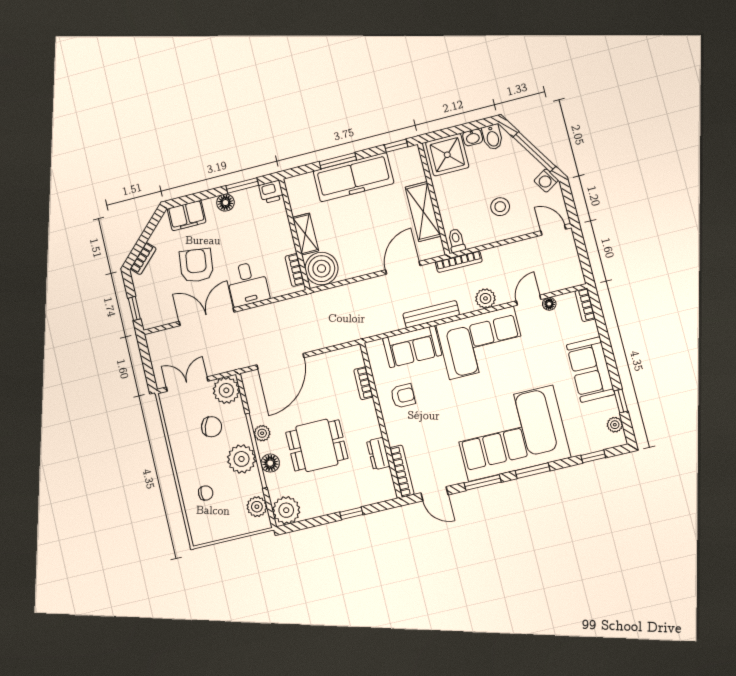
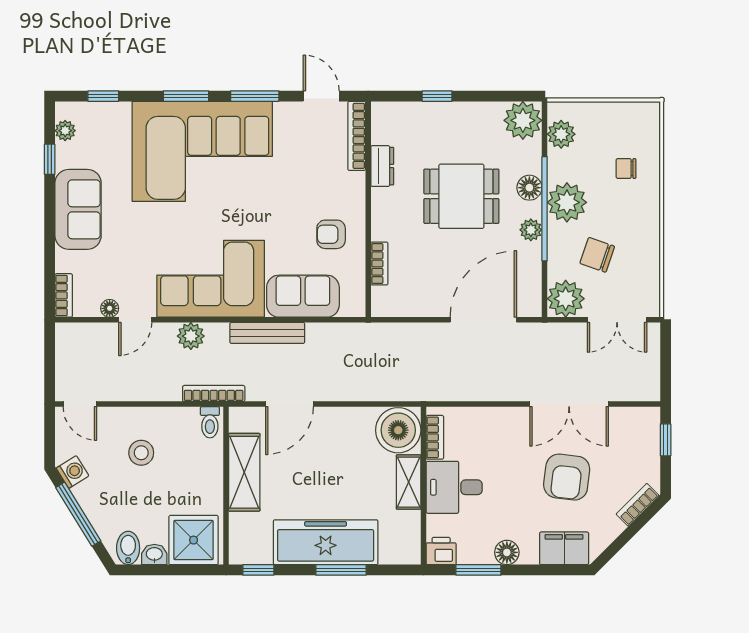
desk: (248, 284) -> (454, 487), moved, turned -90

